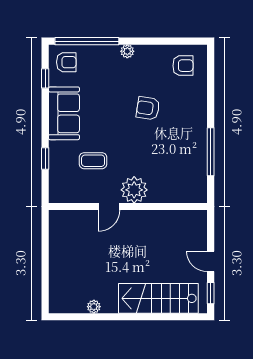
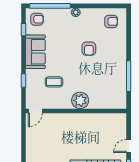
armchair: (148, 108) -> (89, 49), turned -99
door: (109, 207) -> (35, 111), moved
door: (211, 261) -> (129, 146), hinge flipped

